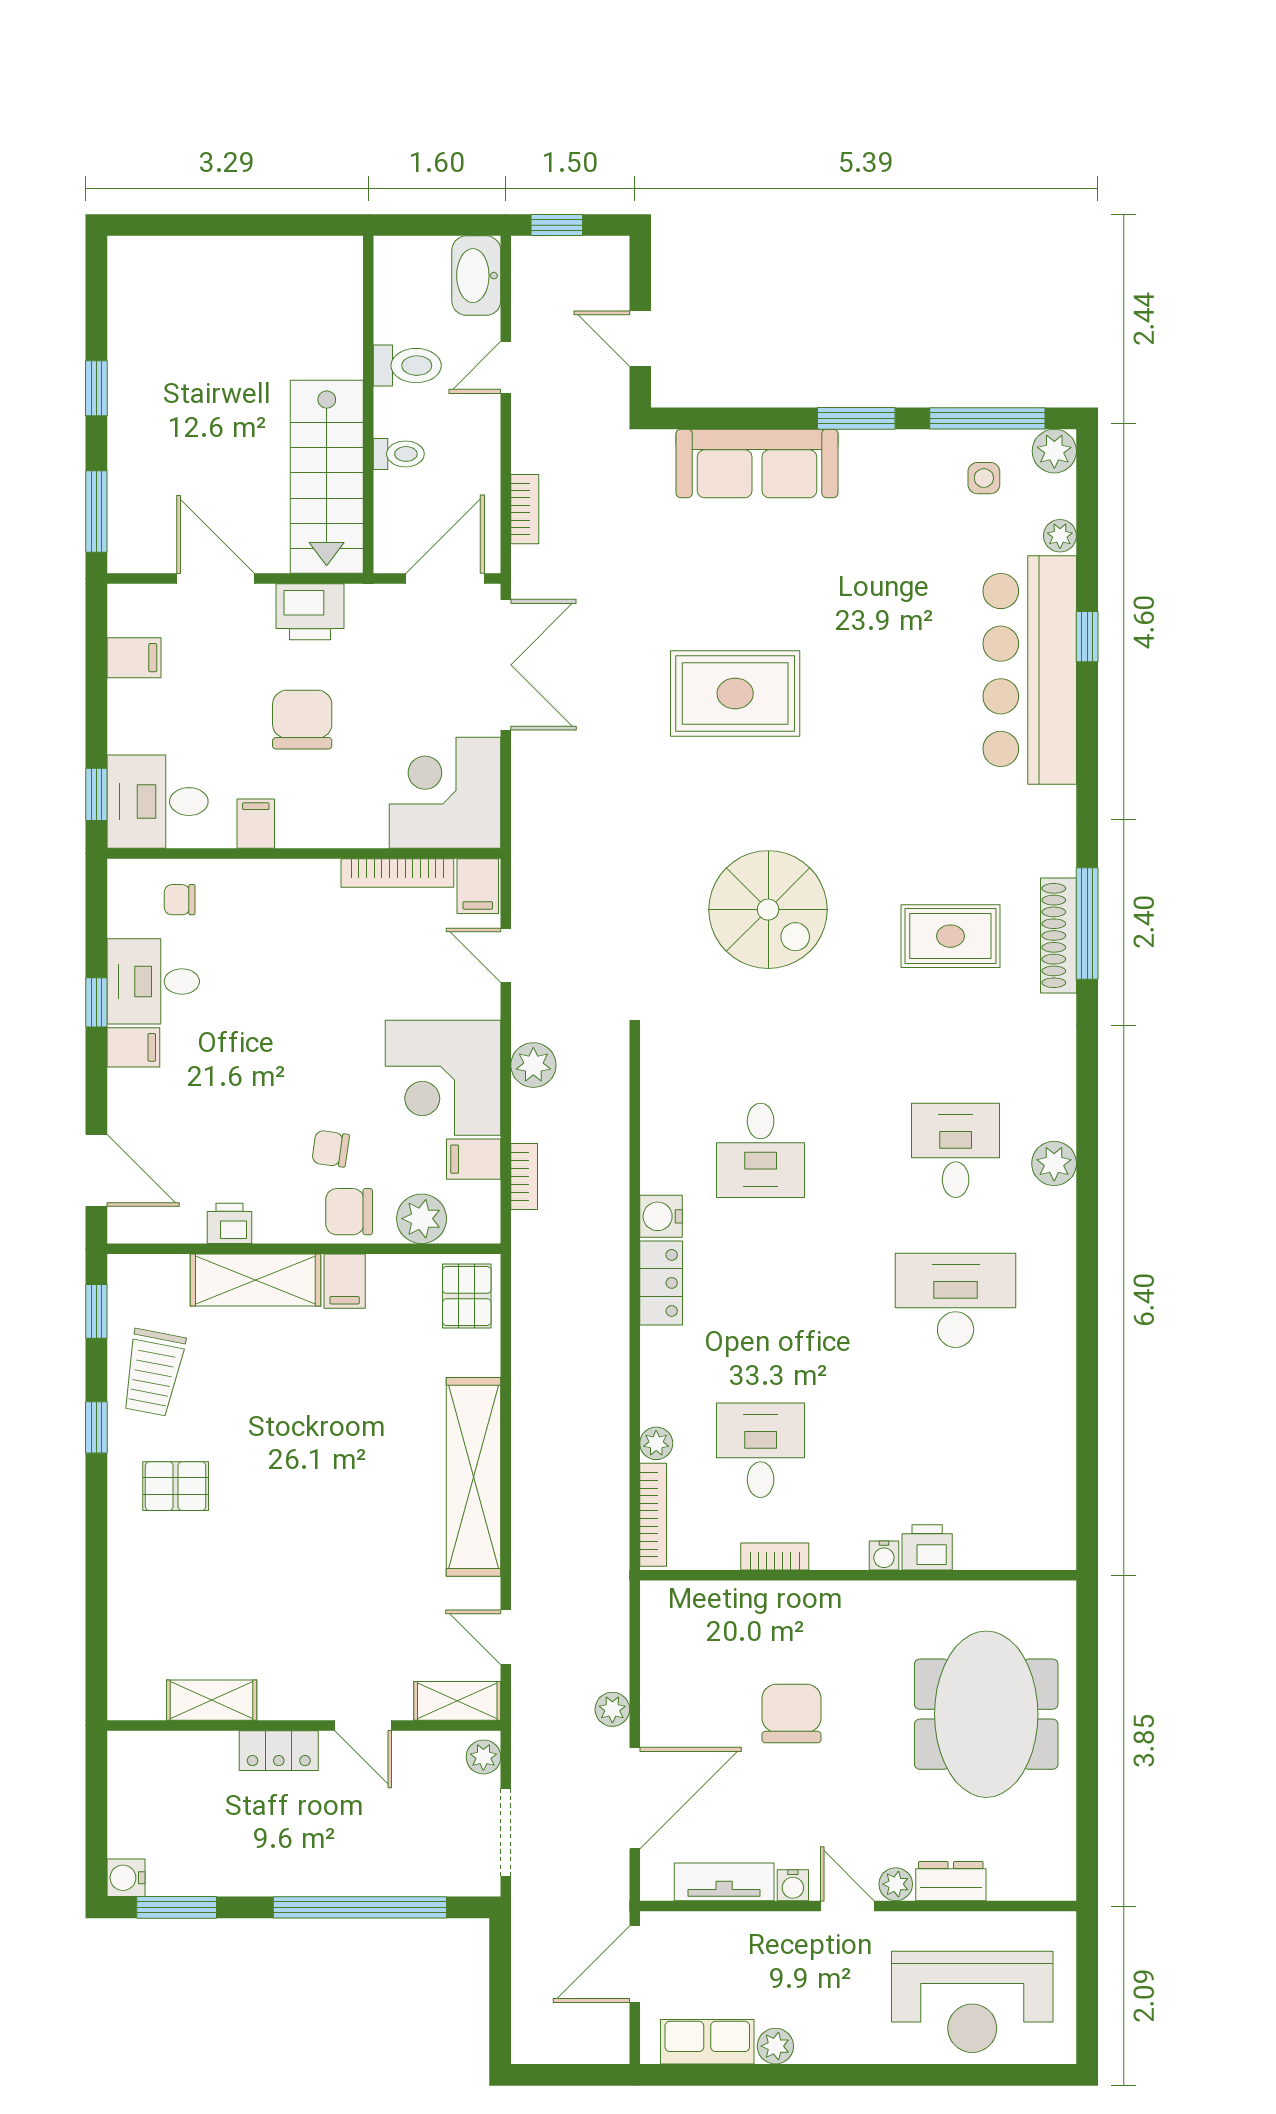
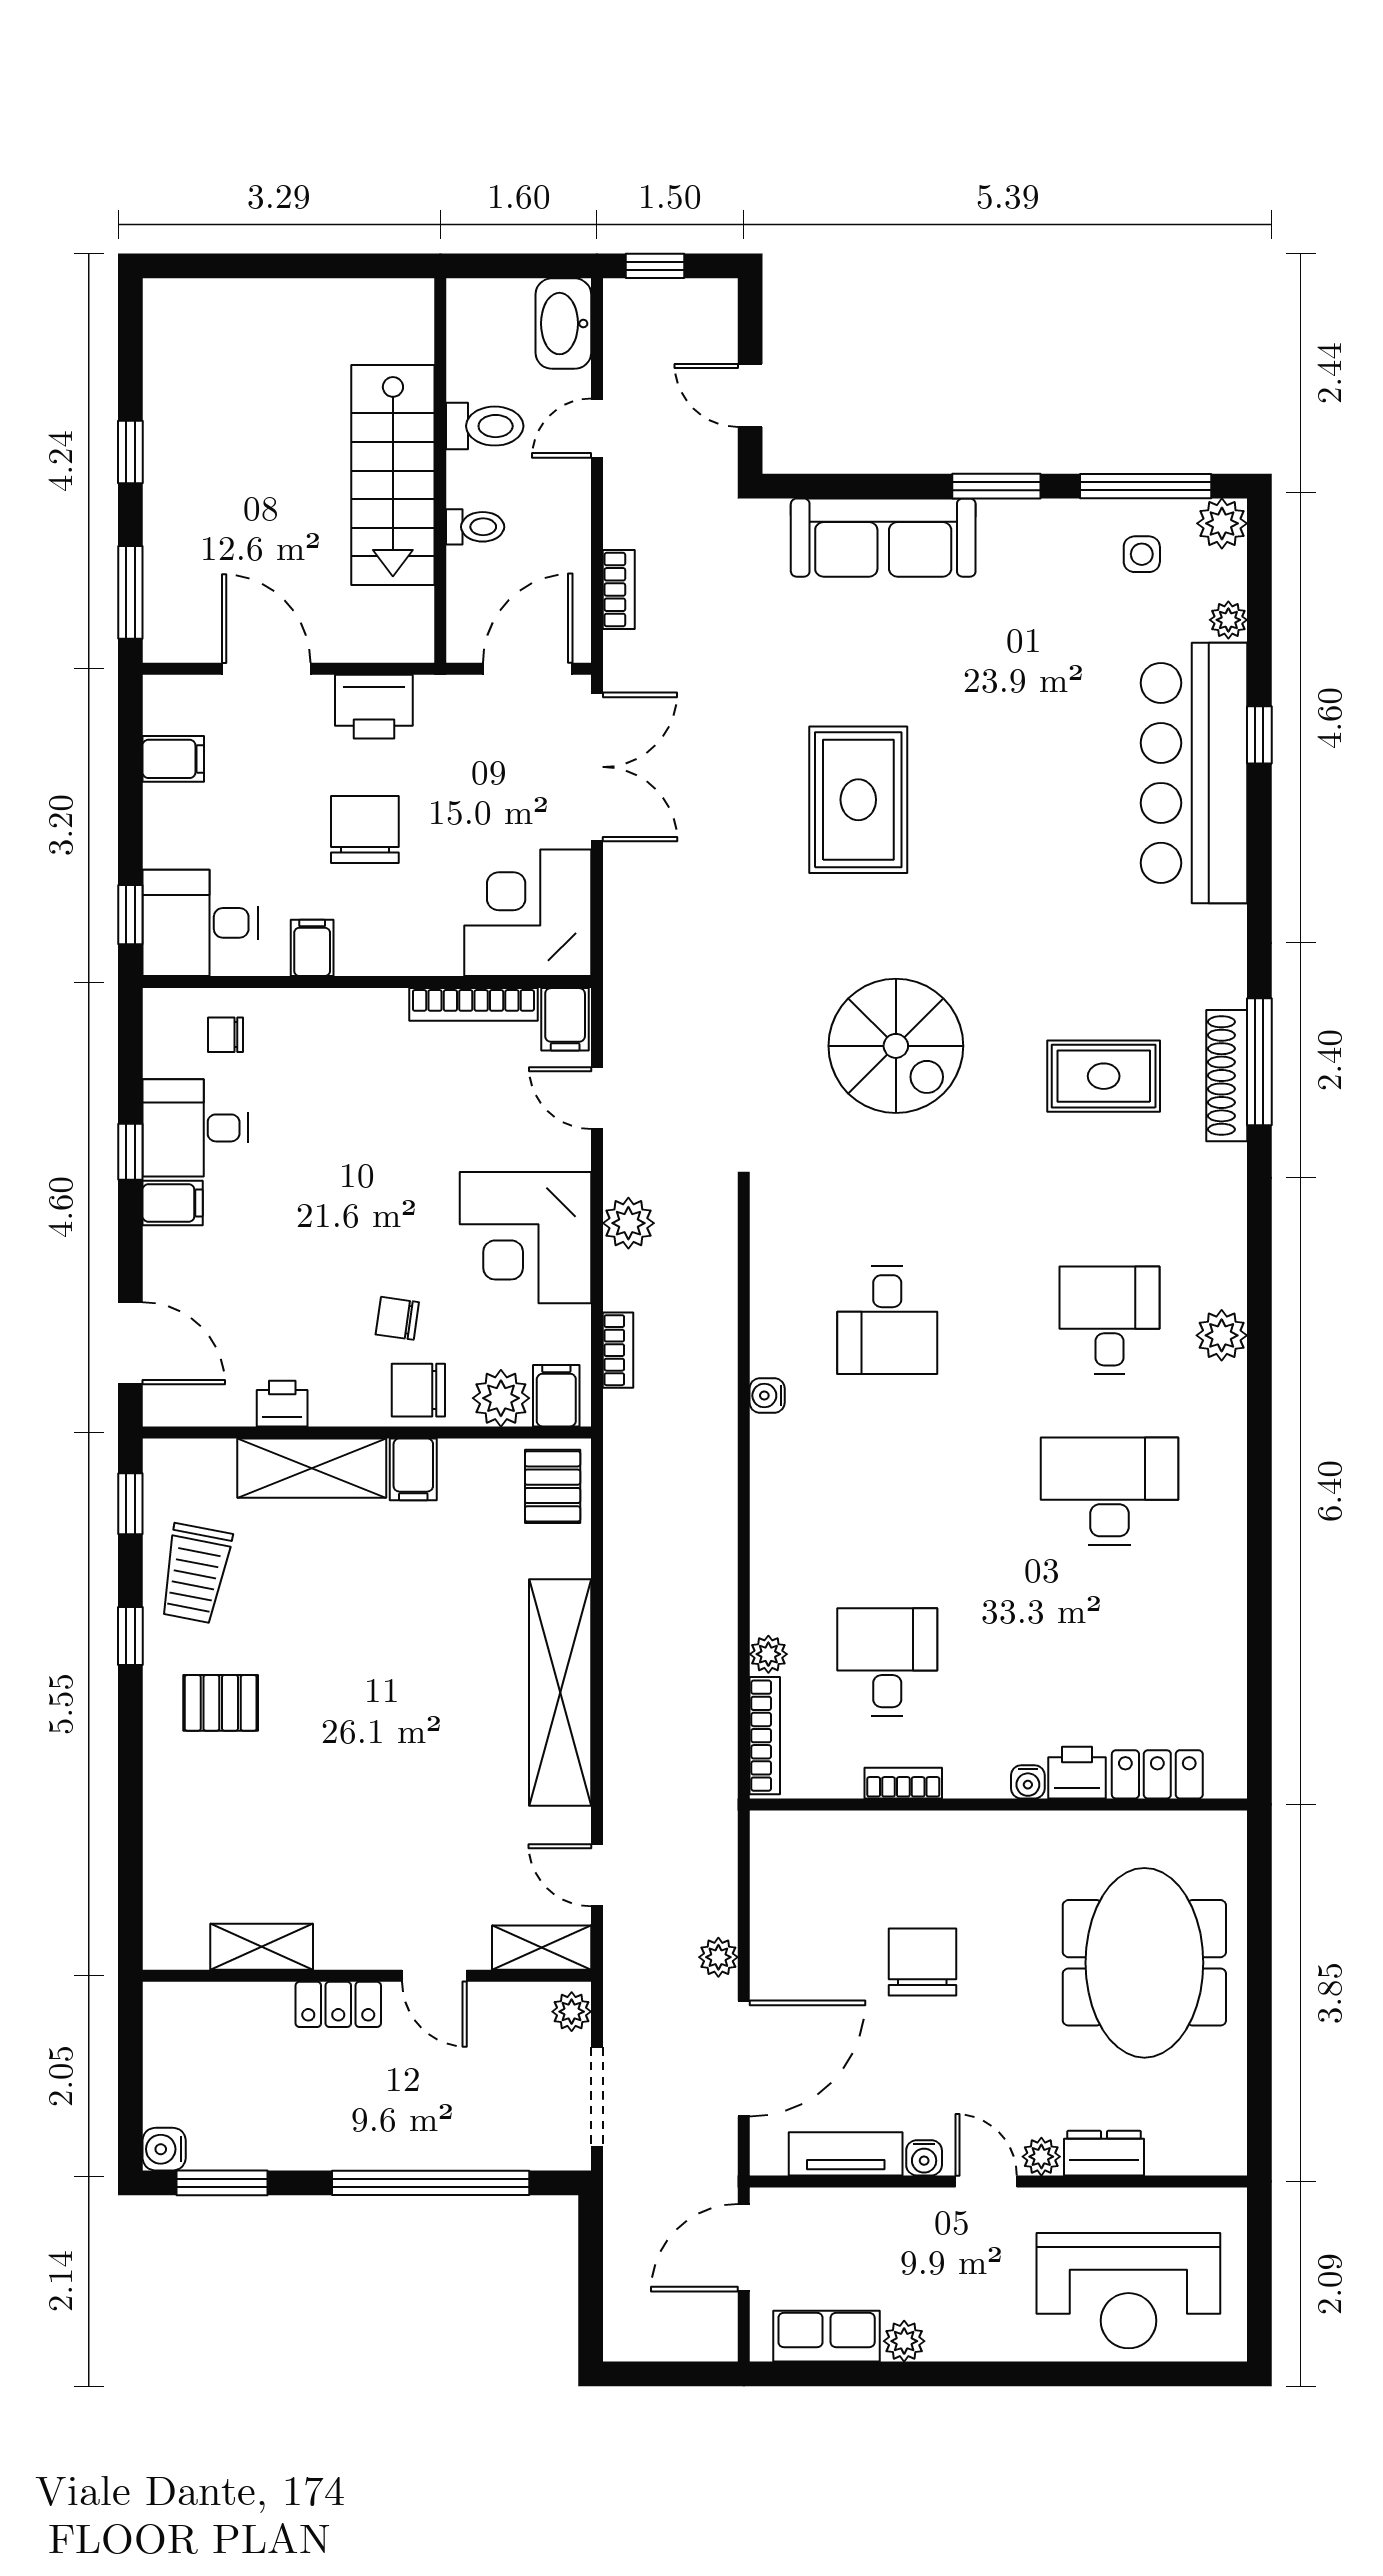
stairs: (327, 477) -> (393, 475), moved
rug: (735, 693) -> (858, 800), turned 90
filing cabinet: (474, 1159) -> (556, 1396), moved, turned 90
water cooler: (661, 1216) -> (767, 1396), width x0.72, depth x0.72
locker: (661, 1283) -> (1157, 1774), moved, turned -90

